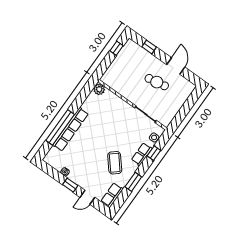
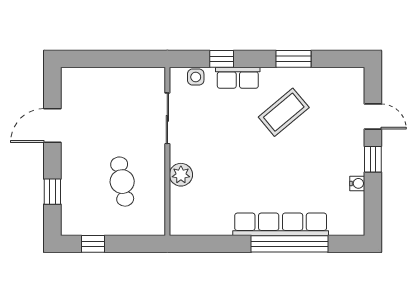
cafe table: (157, 82) -> (122, 182), moved
plant: (99, 89) -> (181, 175), moved
row of seats: (112, 195) -> (340, 79), removed

